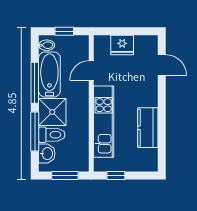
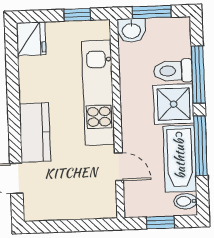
fridge: (122, 45) -> (31, 39), moved, turned 90
door: (91, 70) -> (119, 167), hinge flipped
kitchen counter: (148, 128) -> (35, 132), moved
washbasin: (47, 154) -> (131, 30), moved, turned -90

